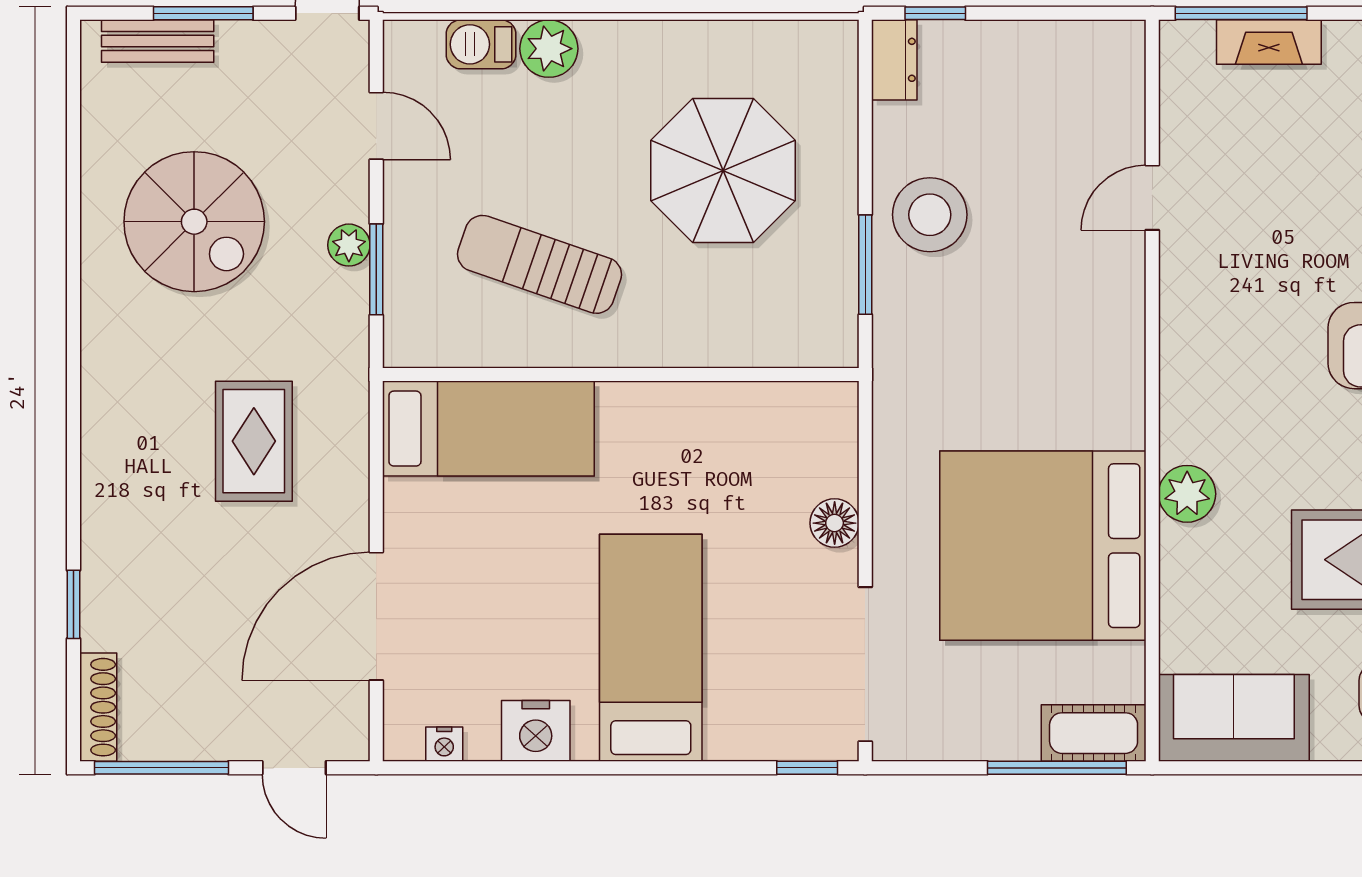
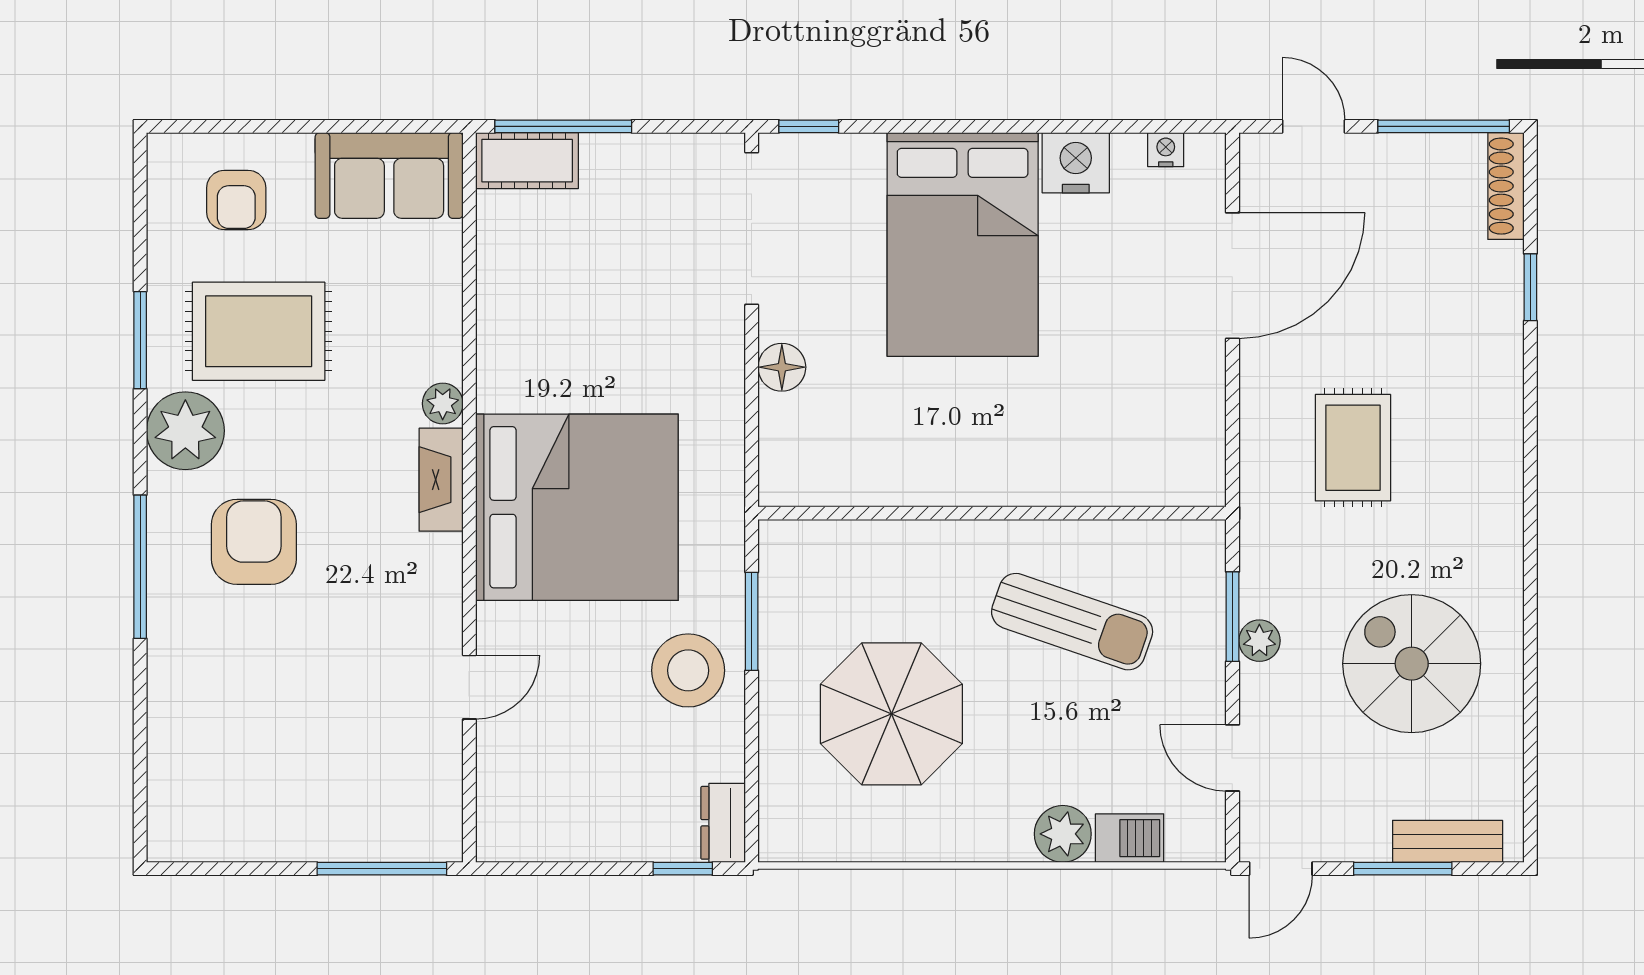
fireplace: (1269, 42) -> (441, 480), moved, turned -90
bed: (488, 429) -> (1122, 460), removed
plant: (1187, 494) -> (443, 404), width x0.73, depth x0.73
bed: (1043, 546) -> (577, 507), moved
bed: (651, 648) -> (963, 245), width x1.50

